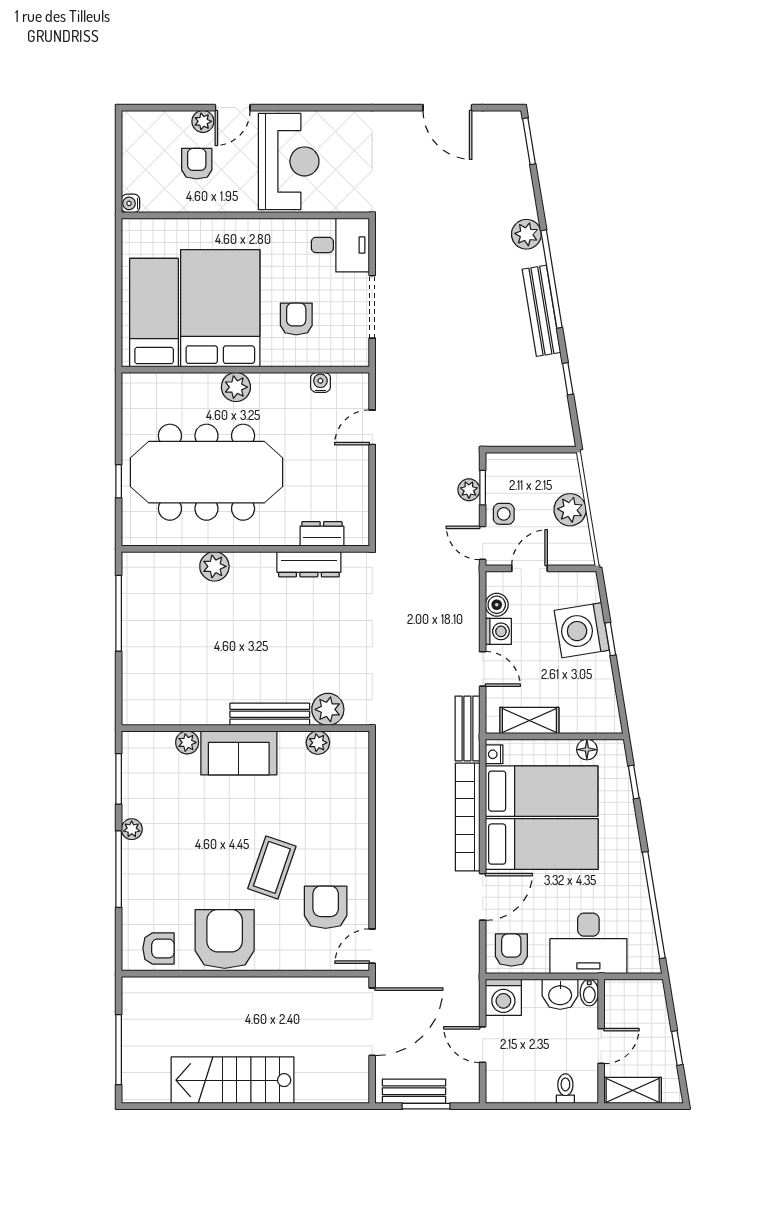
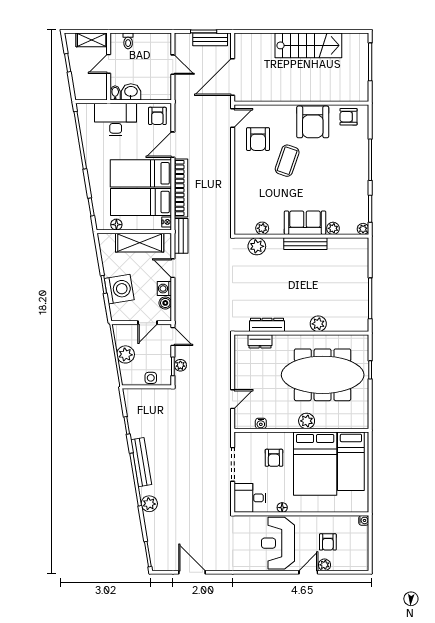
floor lamp: (281, 227) -> (282, 508), added
side table: (504, 514) -> (151, 378), moved
bench: (270, 714) -> (305, 244), moved
shelving: (529, 721) -> (140, 243), width x1.50, depth x1.33
plant: (132, 829) -> (363, 229), moved
washing machine: (503, 997) -> (162, 90), removed

